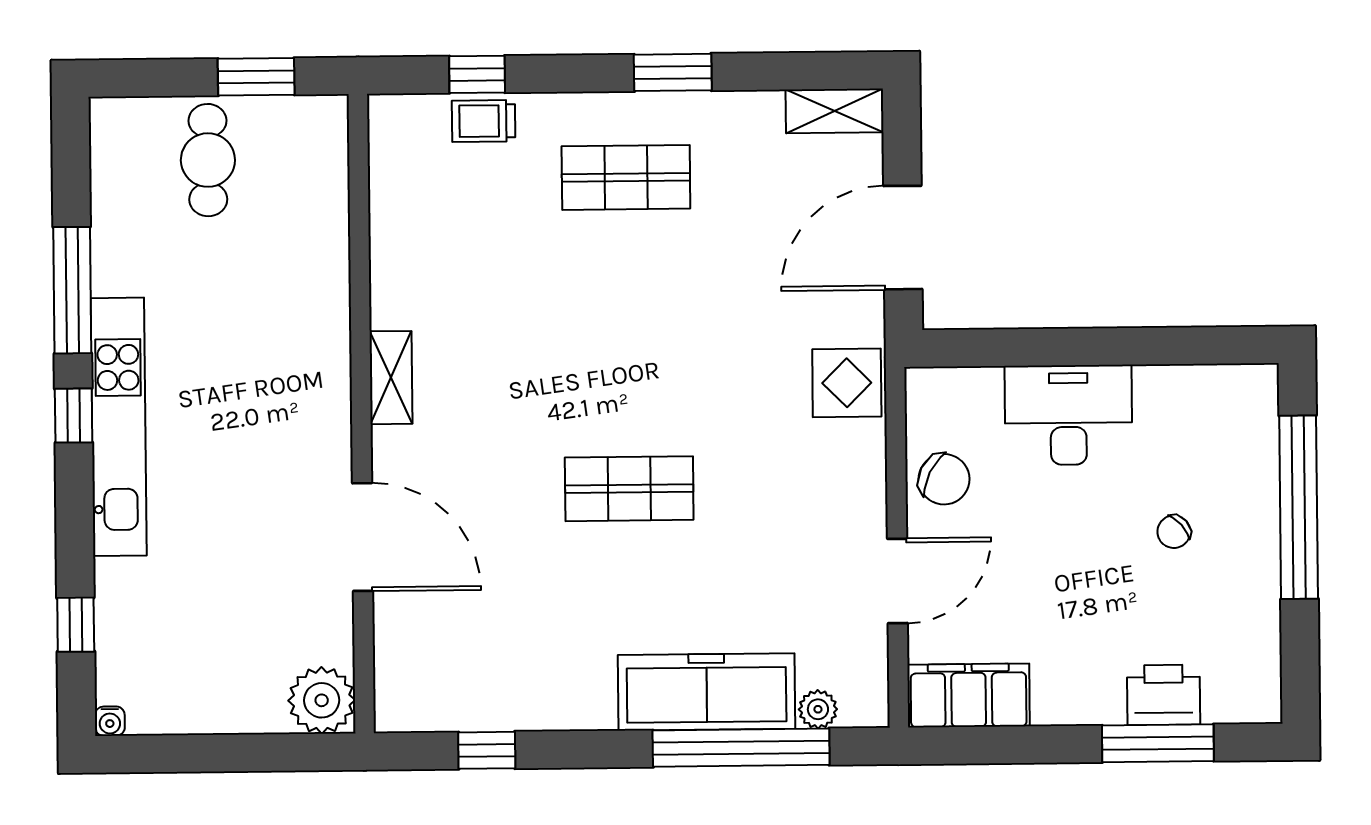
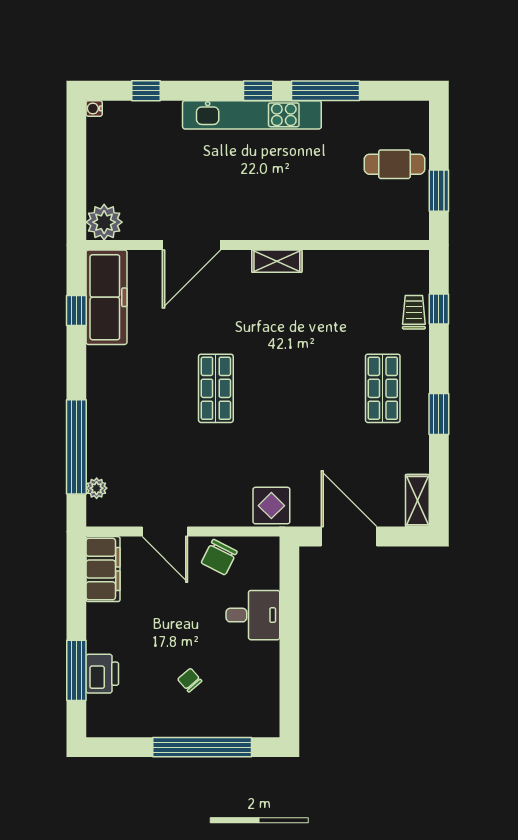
desk: (1068, 415) -> (253, 615), width x0.73
freezer: (707, 692) -> (106, 297), moved

